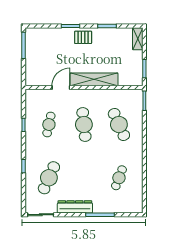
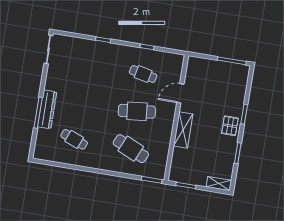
shelving: (94, 79) -> (183, 130), width x0.68
door: (61, 88) -> (180, 93), swing flipped
cafe table: (119, 125) -> (131, 149), turned 48
cafe table: (49, 178) -> (86, 65), removed
dresser: (75, 207) -> (47, 109), moved

